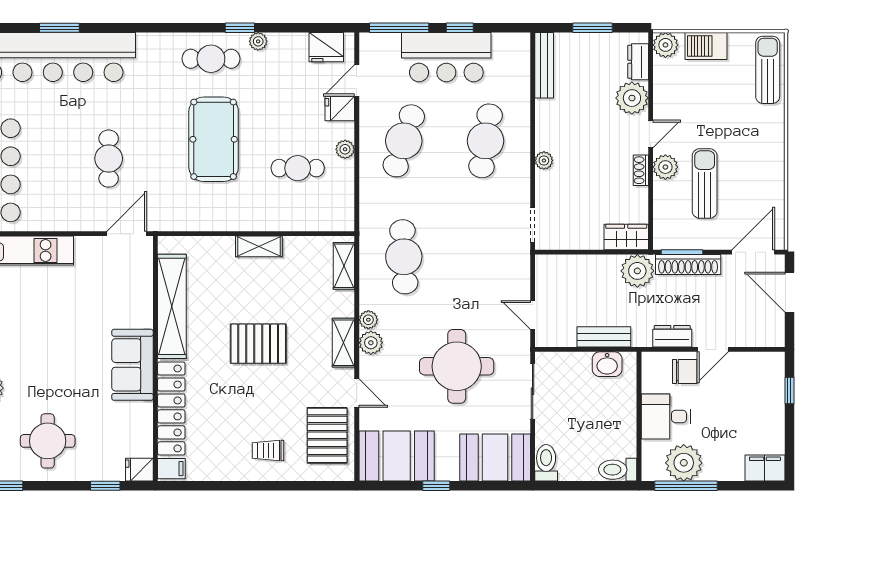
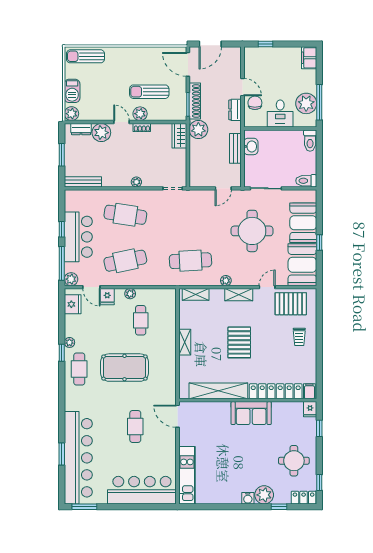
cafe table: (404, 141) -> (125, 261), turned -30
cafe table: (109, 159) -> (135, 426), turned 90
plant: (371, 343) -> (71, 279), moved
booth: (495, 458) -> (303, 223), moved

